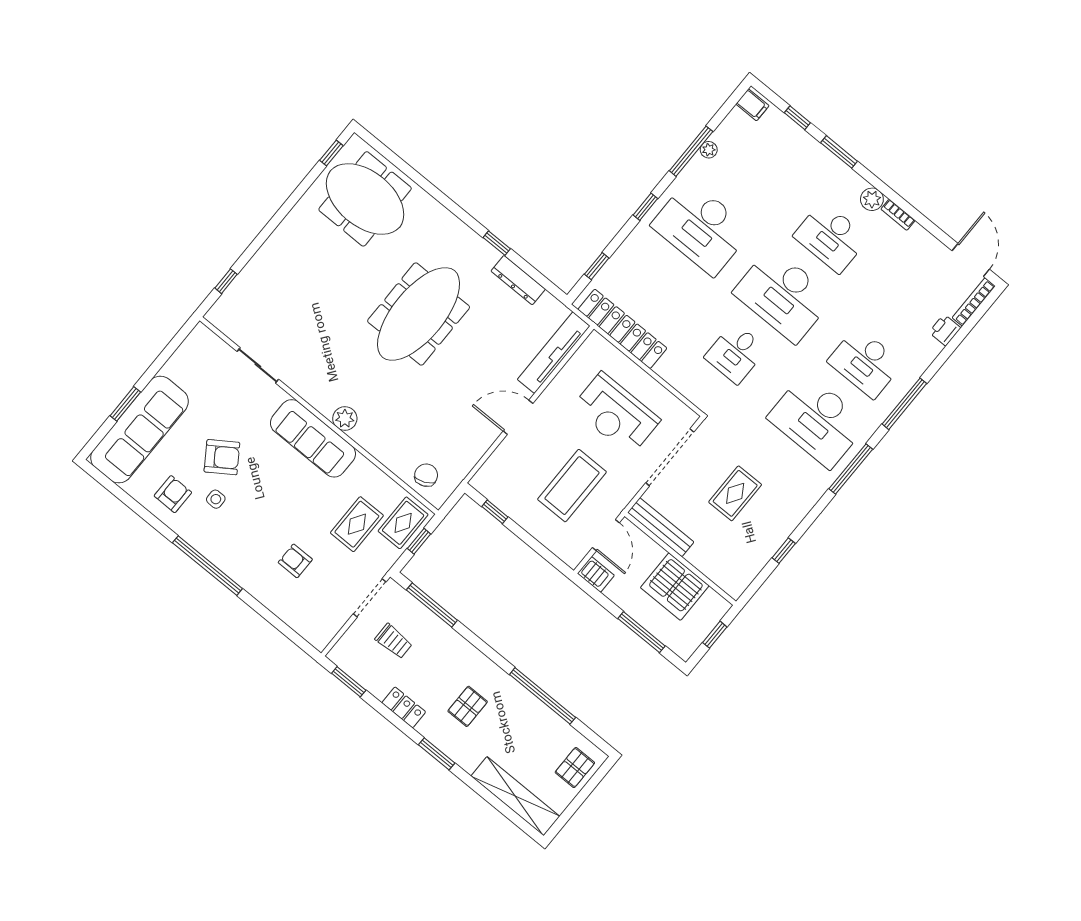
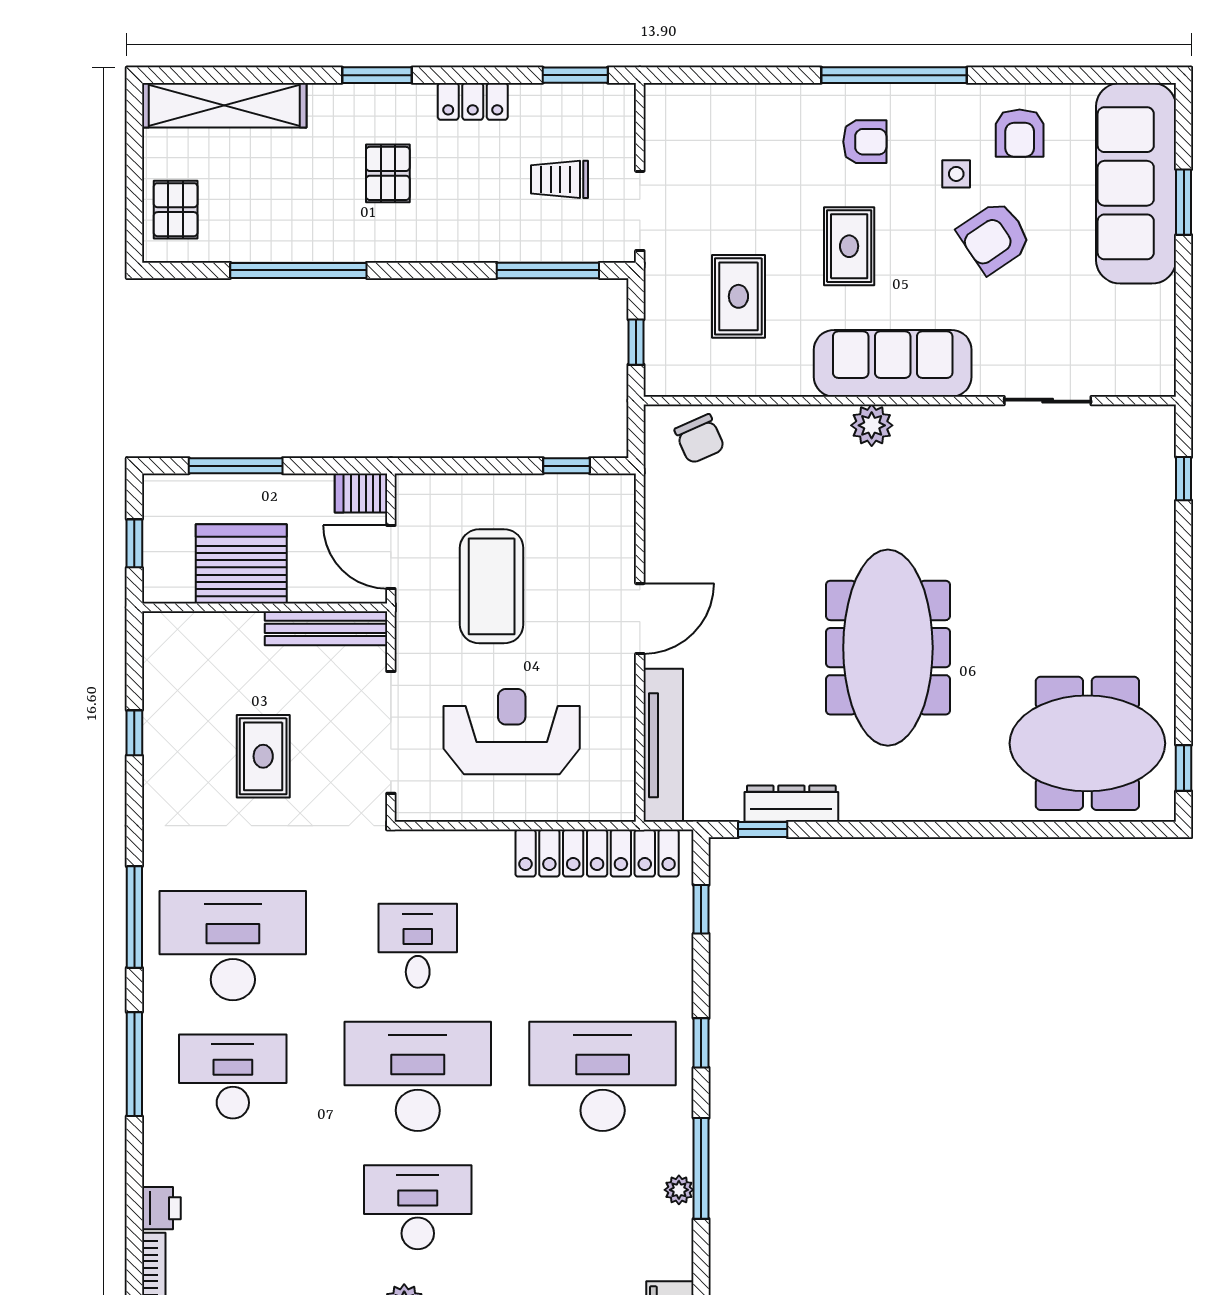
window: (497, 243) -> (763, 829), moved
rug: (403, 523) -> (849, 246), moved
armchair: (295, 561) -> (865, 142), moved

